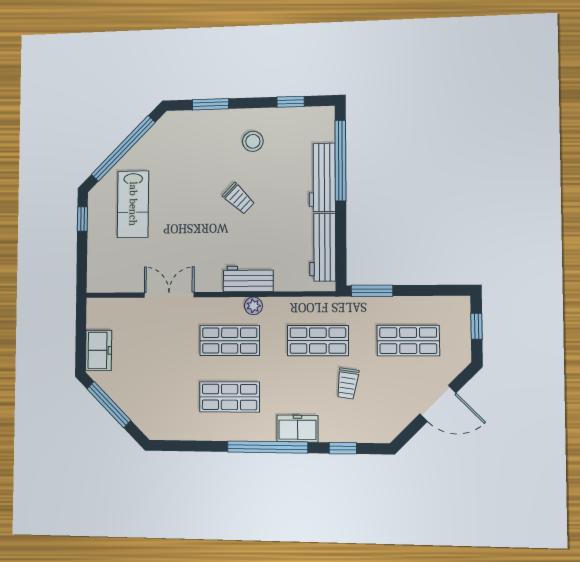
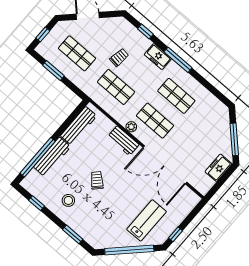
window: (372, 291) -> (53, 71), moved
double door: (169, 295) -> (165, 165), width x1.87
window: (267, 447) -> (178, 60), width x0.68

